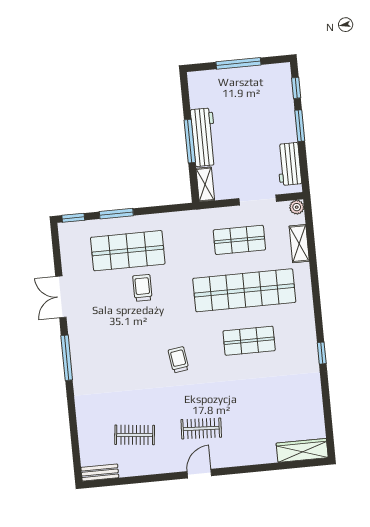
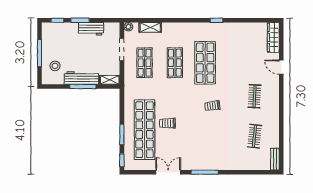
stool: (220, 91) -> (55, 66), added
workbench: (289, 164) -> (91, 29), moved
shop shelf: (128, 251) -> (145, 130), width x1.40
shop shelf: (244, 290) -> (175, 63), width x0.50, depth x0.74
double door: (61, 297) -> (168, 172), swing flipped
shop shelf: (249, 341) -> (205, 63), width x1.43, depth x1.36
door: (199, 474) -> (281, 67), moved

